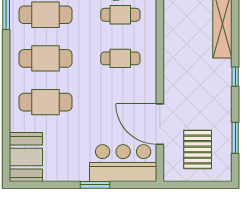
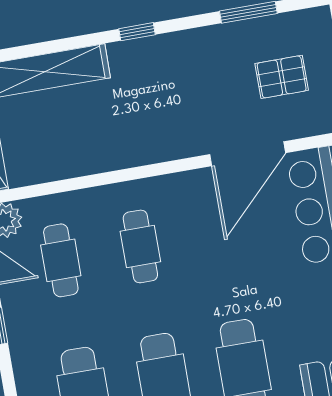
pallet: (198, 149) -> (282, 77), width x0.67, depth x0.71

